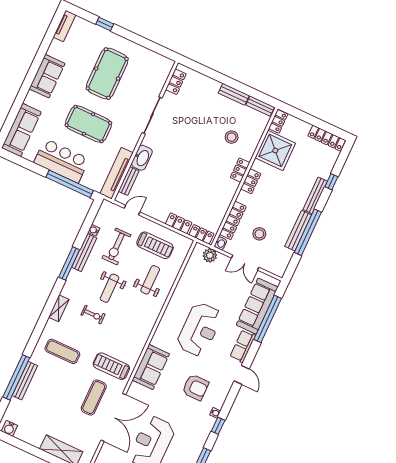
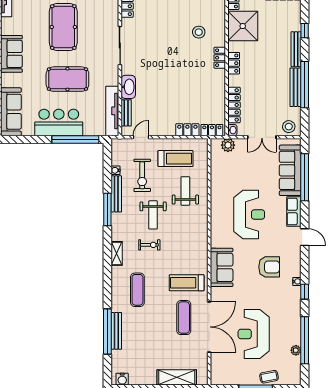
stool: (259, 234) -> (289, 127), moved
exercise mat: (62, 351) -> (137, 290), turned 90

